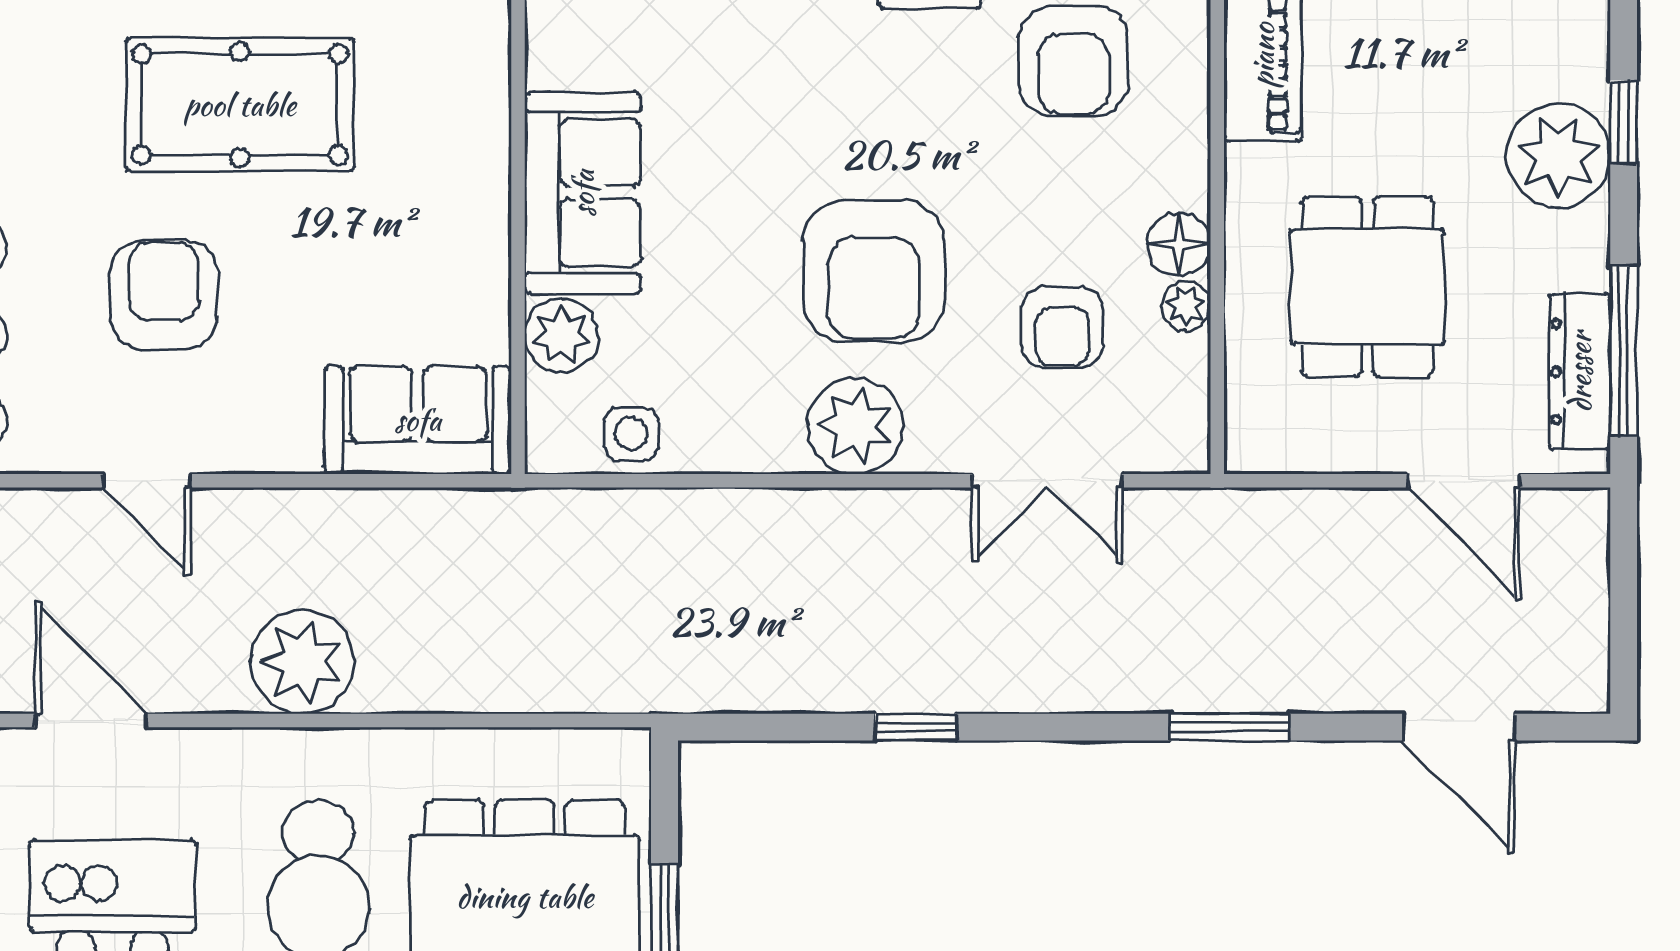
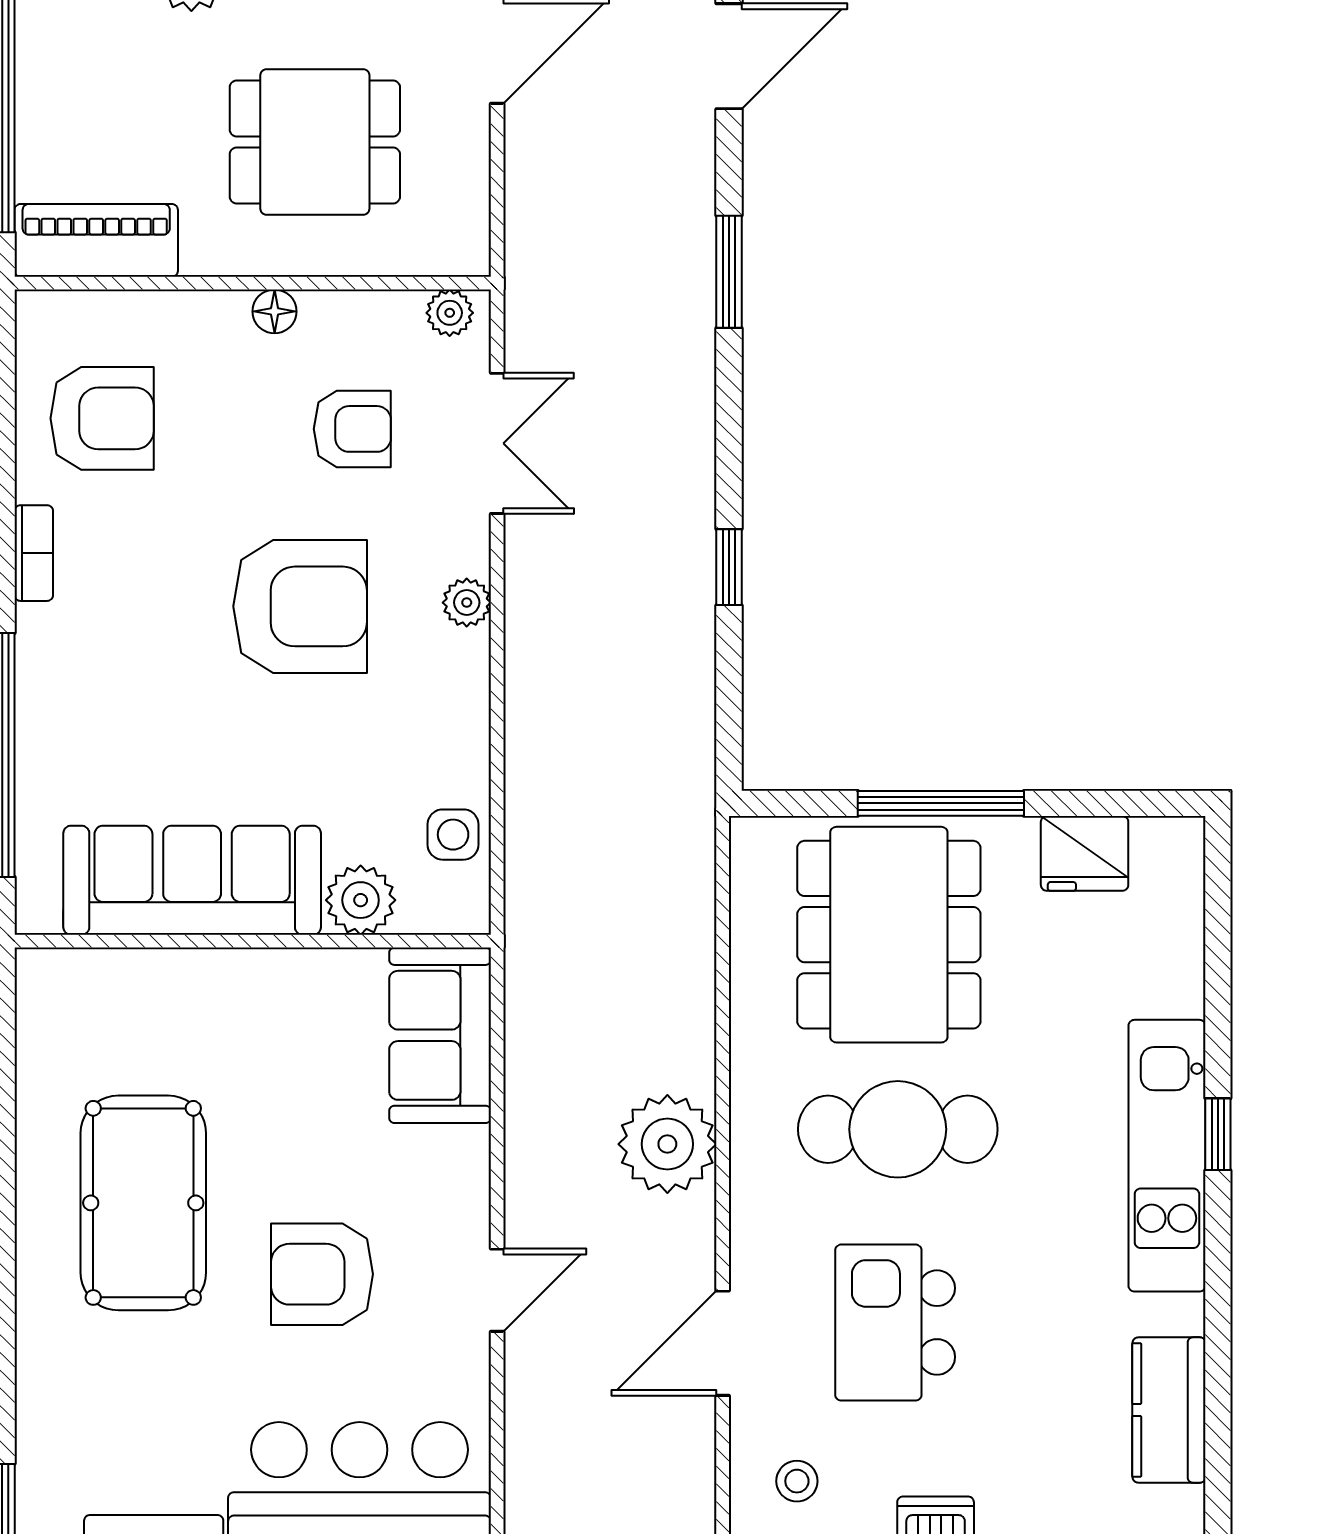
sofa: (583, 193) -> (192, 880), width x1.36
floor lamp: (1179, 244) -> (275, 311), width x0.73, depth x0.73
plant: (1186, 306) -> (450, 313), moved
plant: (855, 426) -> (467, 603), width x0.53, depth x0.53

